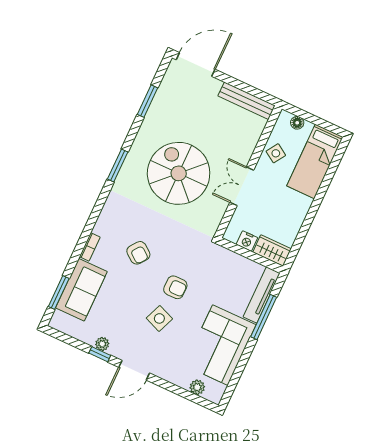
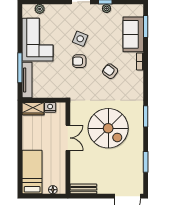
bench: (247, 101) -> (83, 189), width x0.73
side table: (276, 153) -> (57, 166), removed

